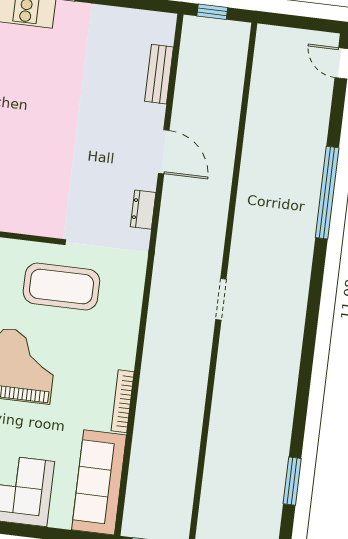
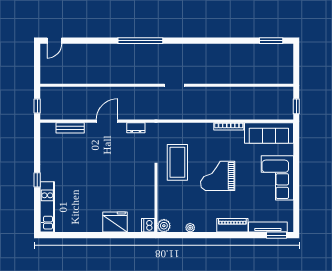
window: (327, 193) -> (140, 41), moved
window: (292, 481) -> (271, 41), moved

